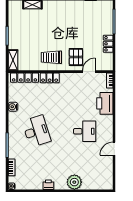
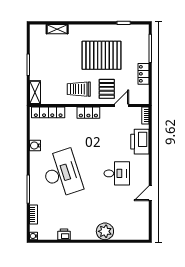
pallet: (71, 27) -> (102, 55), added
locker: (50, 78) -> (88, 113), moved
desk: (36, 131) -> (62, 173), width x1.36, depth x1.30
printer: (48, 185) -> (64, 234), moved

